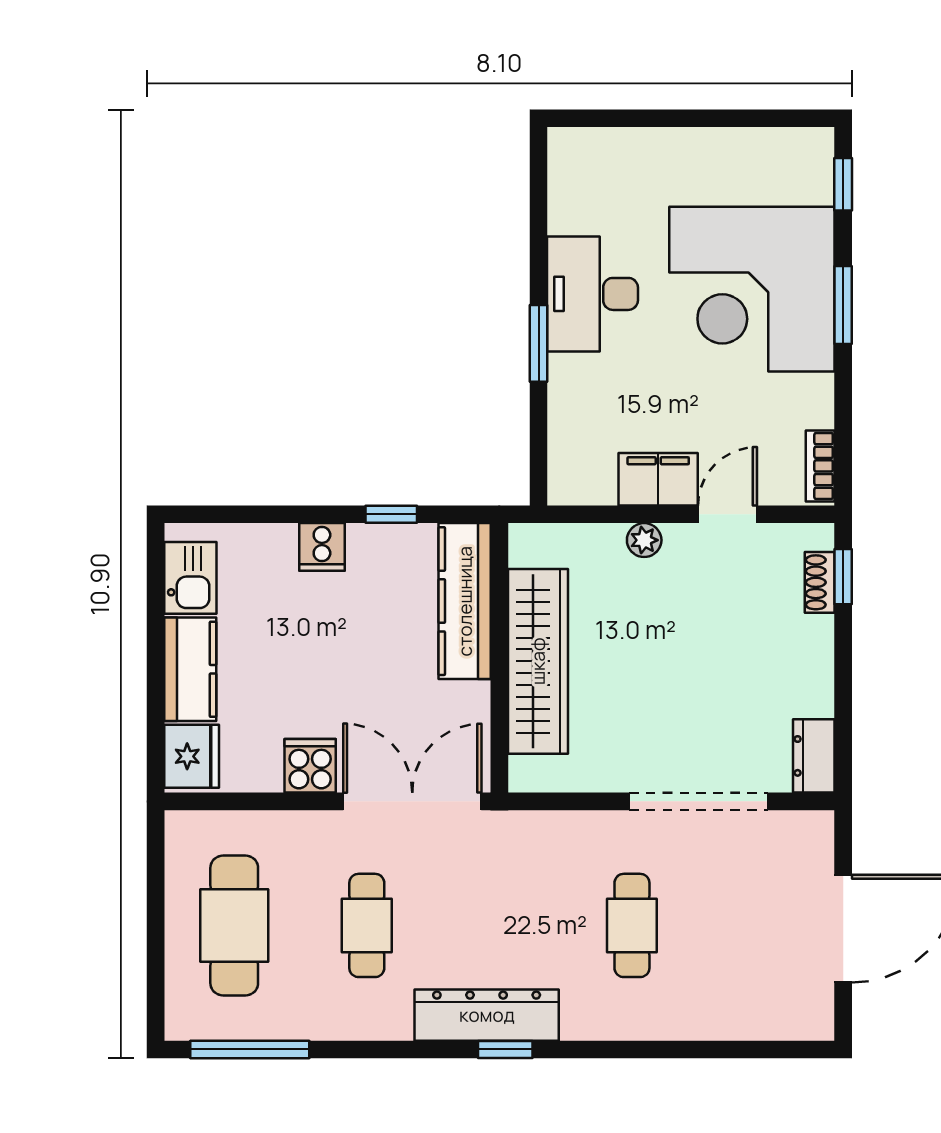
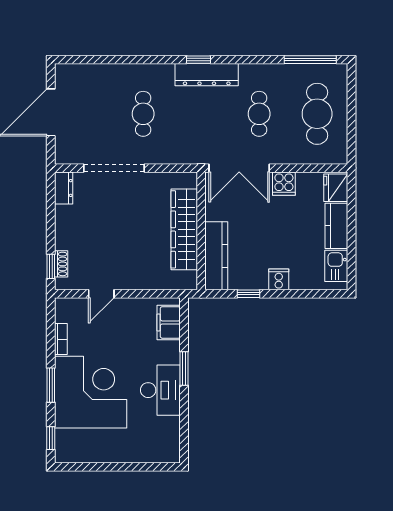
bookcase: (820, 466) -> (61, 339), moved
filing cabinet: (658, 479) -> (169, 322), moved, turned 90
plant: (644, 540) -> (138, 282), removed

